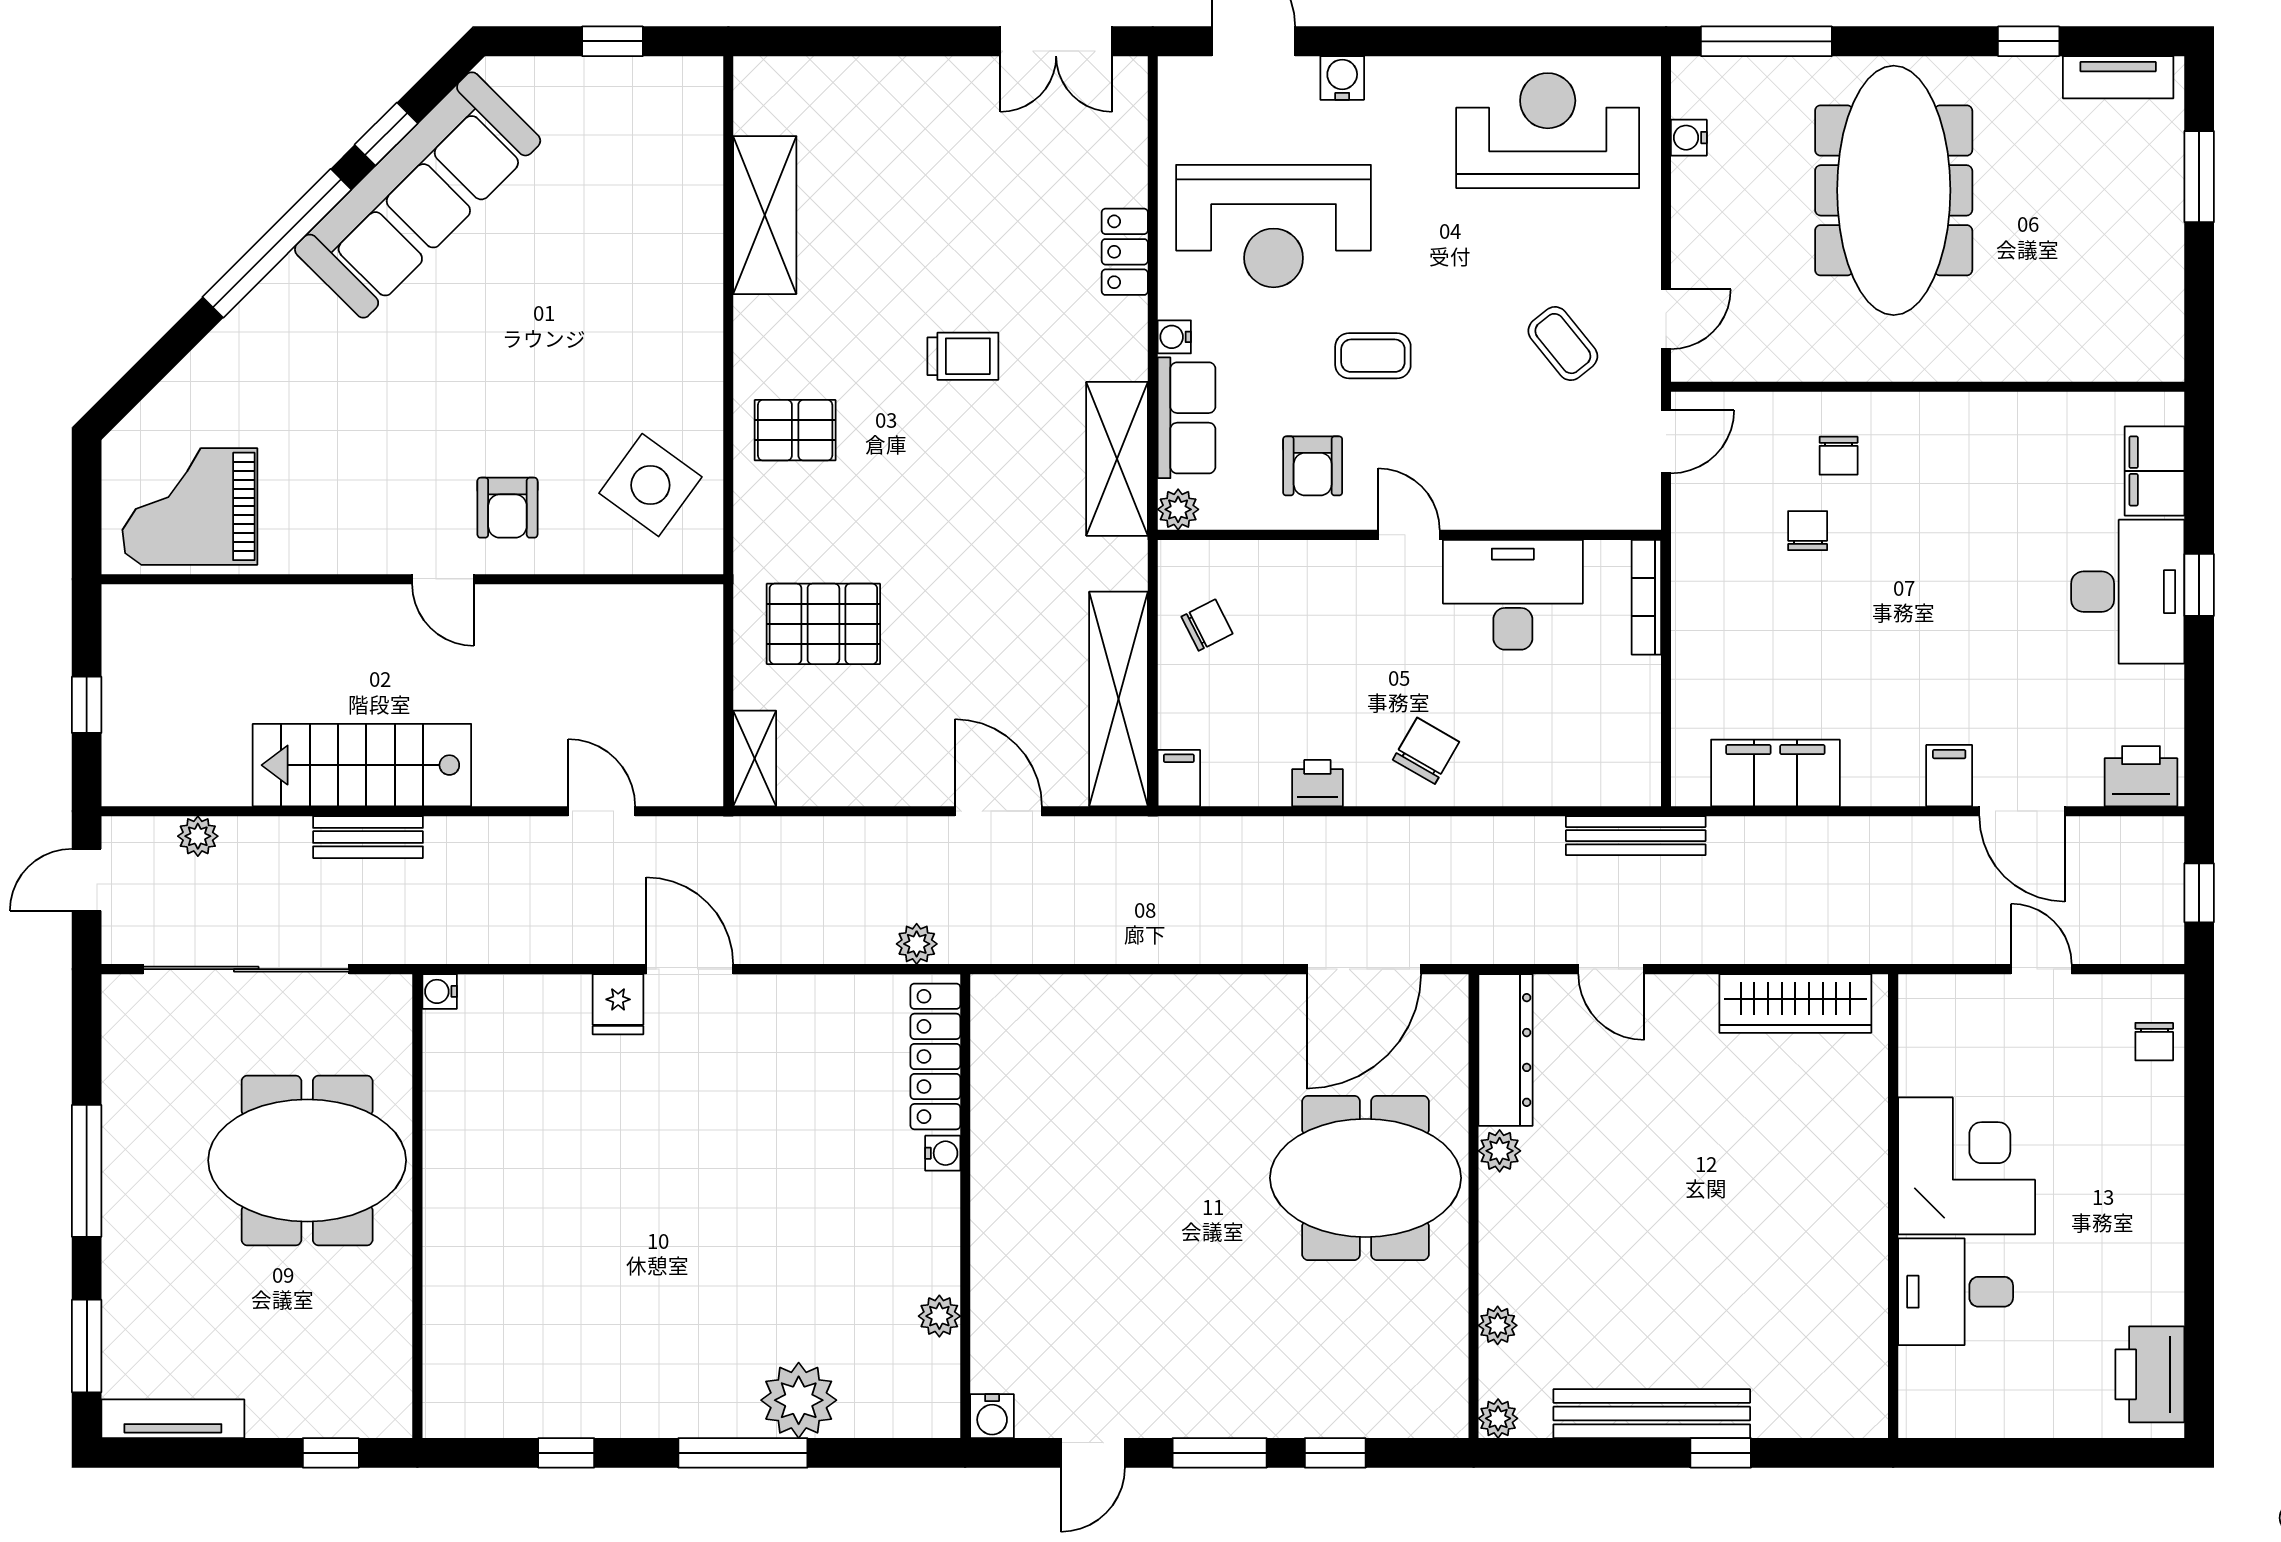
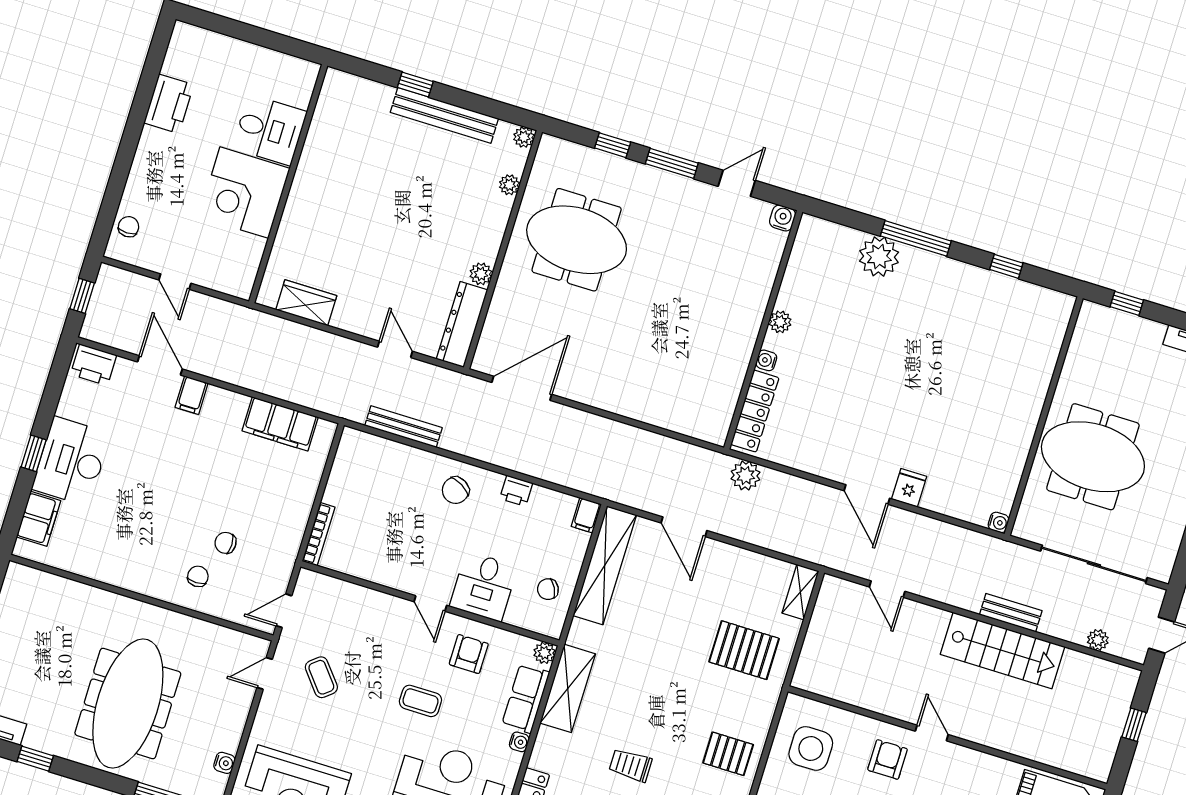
side table: (650, 485) -> (811, 748), turned -36
chair: (1808, 531) -> (226, 543), turned 90
desk: (1513, 595) -> (484, 586), moved, width x0.73
bench: (1636, 836) -> (403, 427), moved
plant: (917, 944) -> (746, 476), width x1.38, depth x1.38
wardrobe: (1795, 1003) -> (306, 303), width x0.67
meeting table: (1366, 1178) -> (577, 240), moved
plant: (939, 1316) -> (780, 322), moved
printer: (2150, 1374) -> (169, 104), moved

